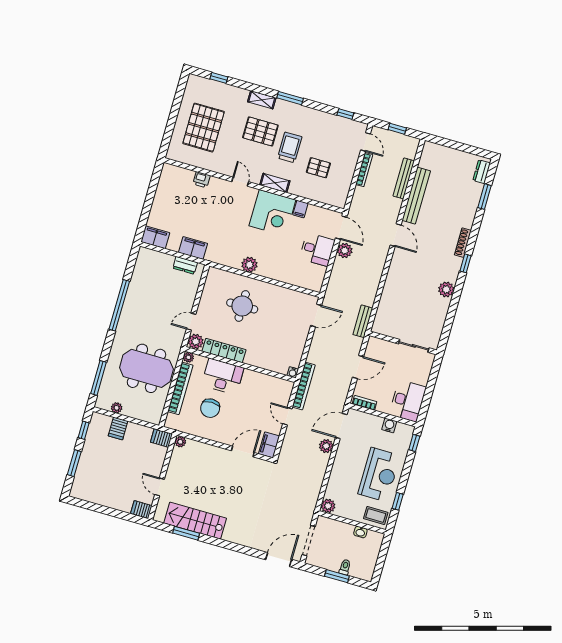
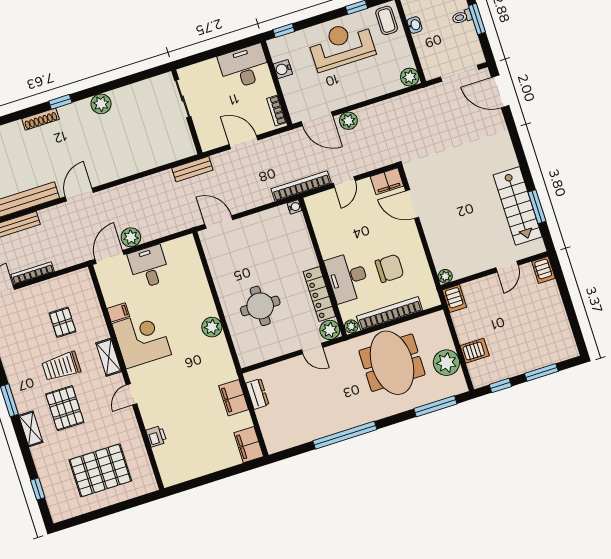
plant: (117, 408) -> (446, 363), width x1.87, depth x1.87

